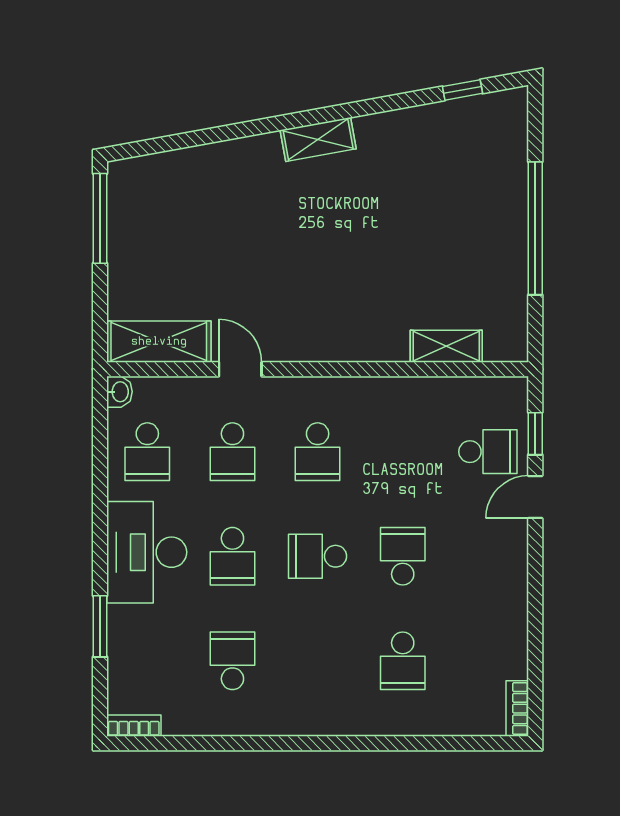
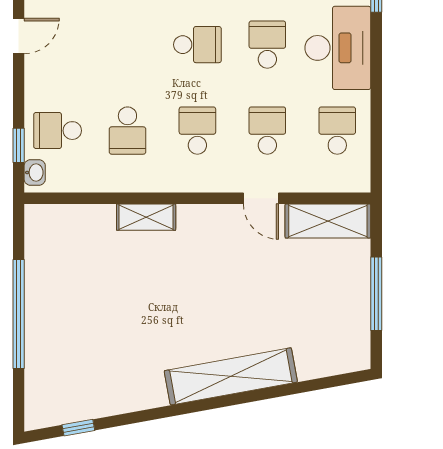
shelving: (318, 139) -> (231, 376), width x2.20, depth x1.33
window: (100, 218) -> (376, 294), moved
shelving: (446, 346) -> (146, 217), moved
washbasin: (119, 392) -> (35, 173), moved, turned 180
door: (535, 497) -> (19, 36), moved
school desk: (403, 556) -> (127, 131), moved

